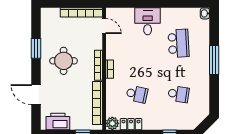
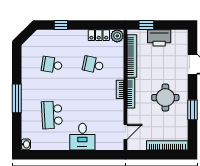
bookcase: (81, 12) -> (167, 145), moved
door: (104, 26) -> (125, 132), swing flipped
printer: (58, 121) -> (159, 38), moved

